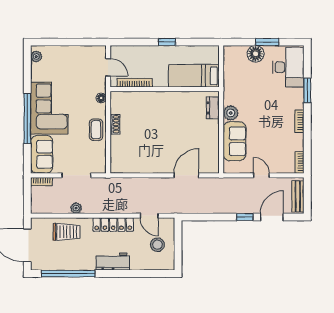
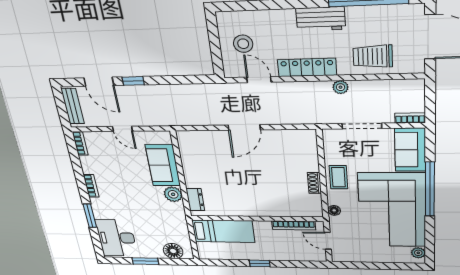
floor lamp: (256, 54) -> (173, 251), moved
corner sofa: (49, 108) -> (392, 210), width x1.36, depth x1.36
door: (186, 175) -> (244, 127), moved
plant: (76, 208) -> (340, 87), moved
door: (272, 217) -> (99, 82), hinge flipped
workbench: (113, 262) -> (321, 19), moved

